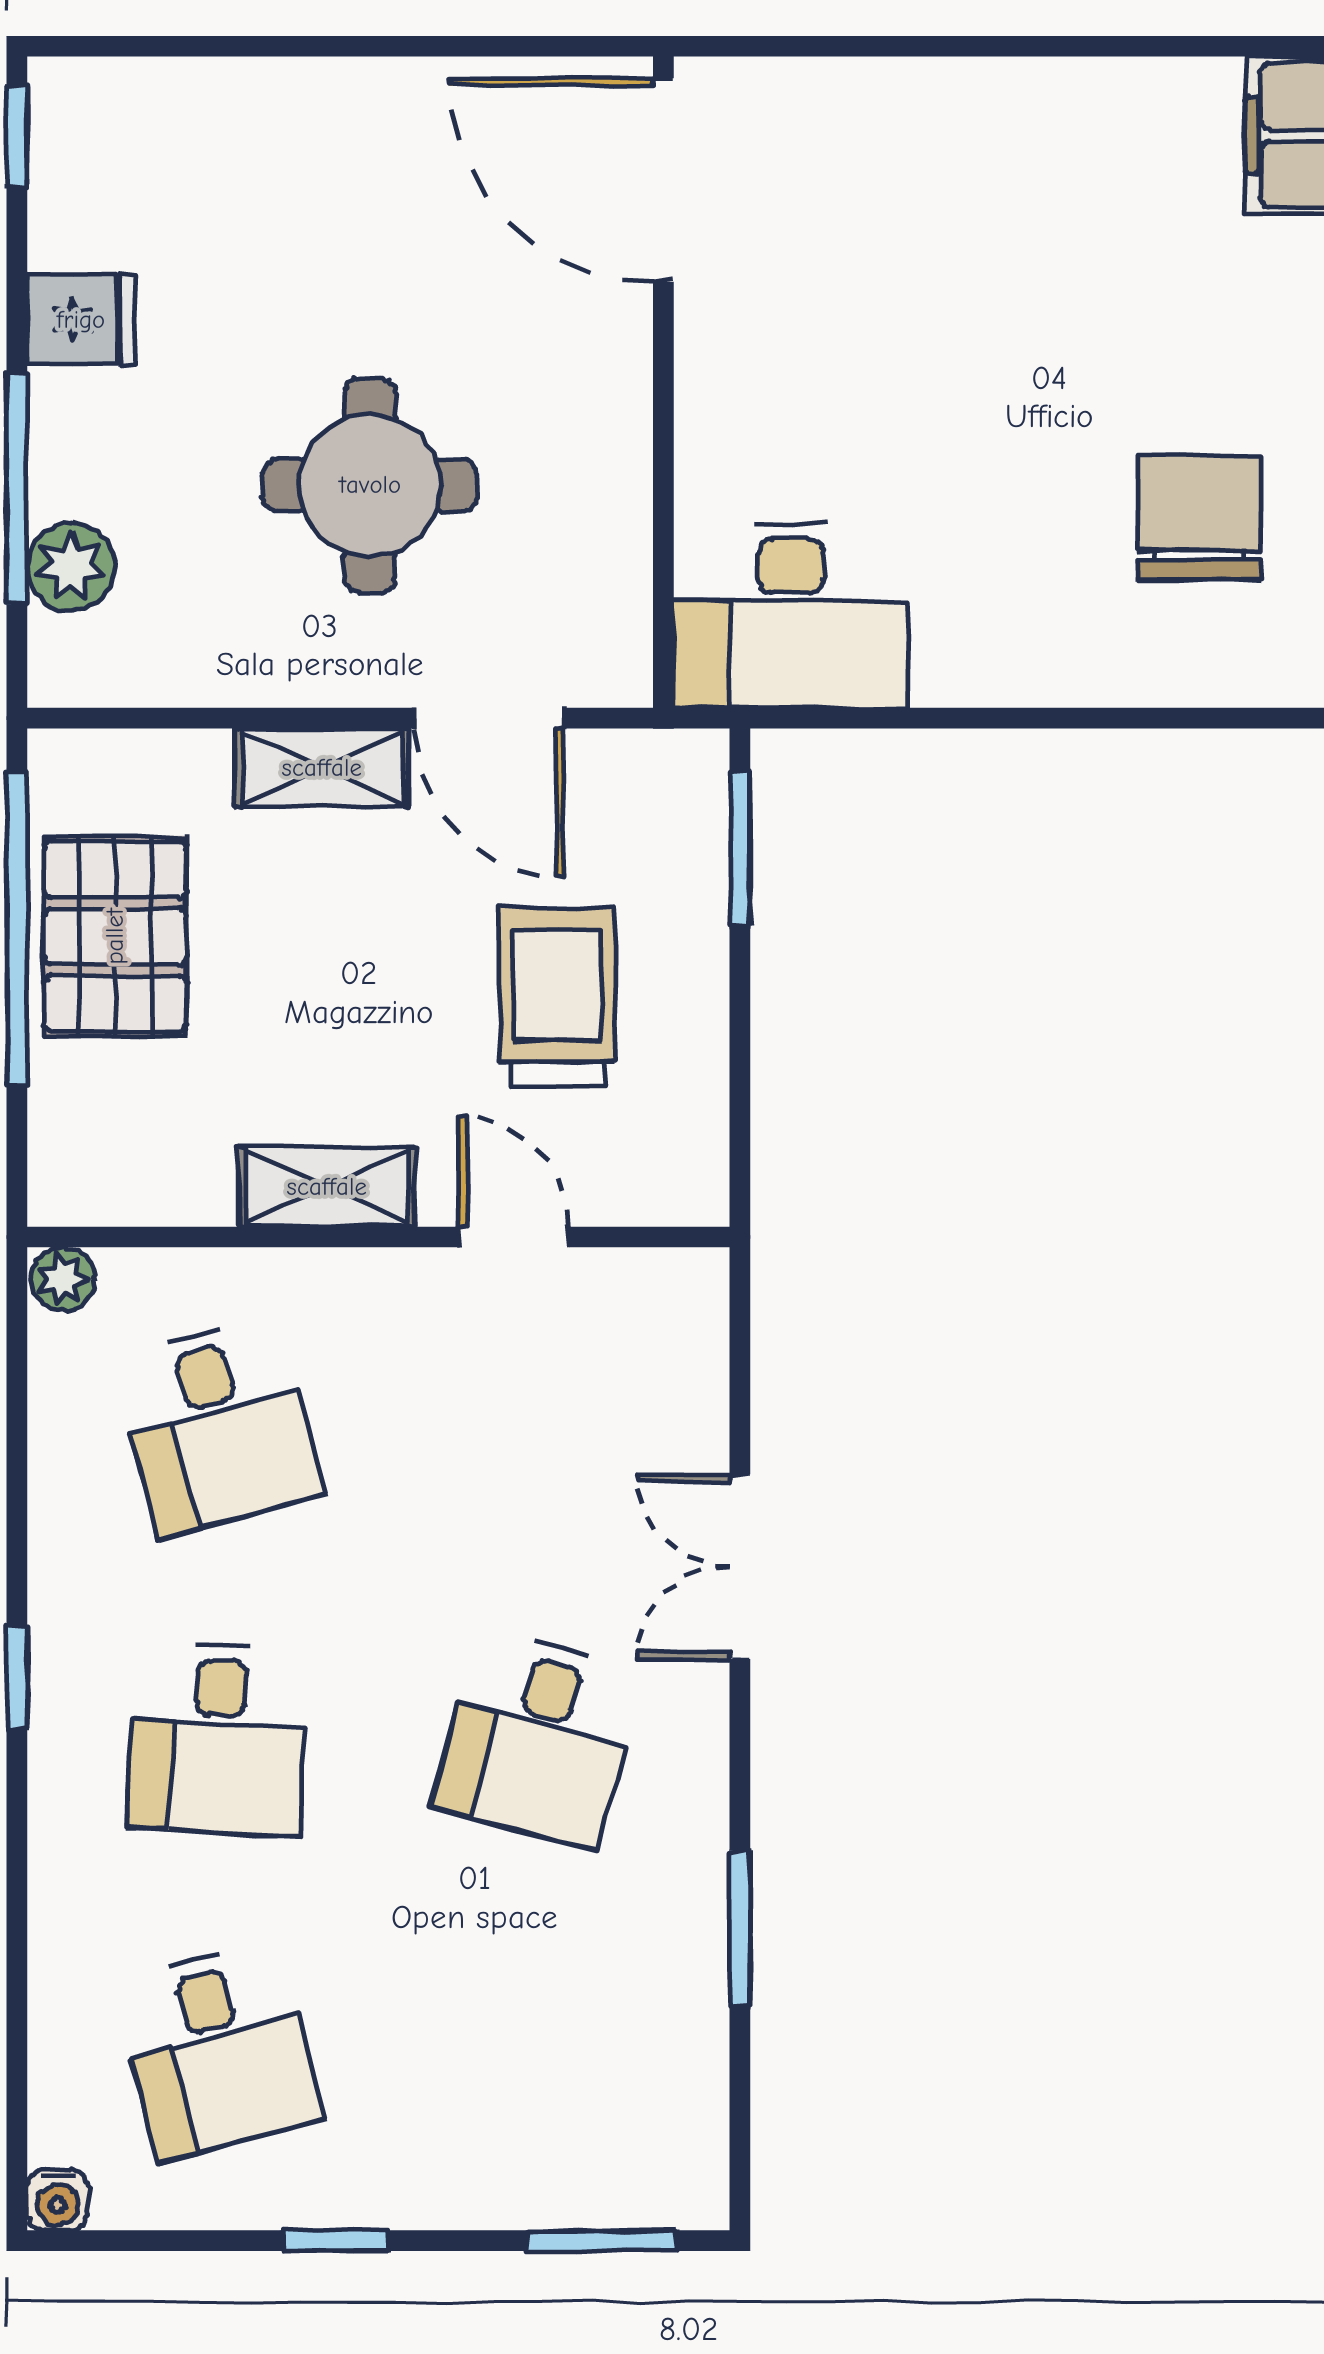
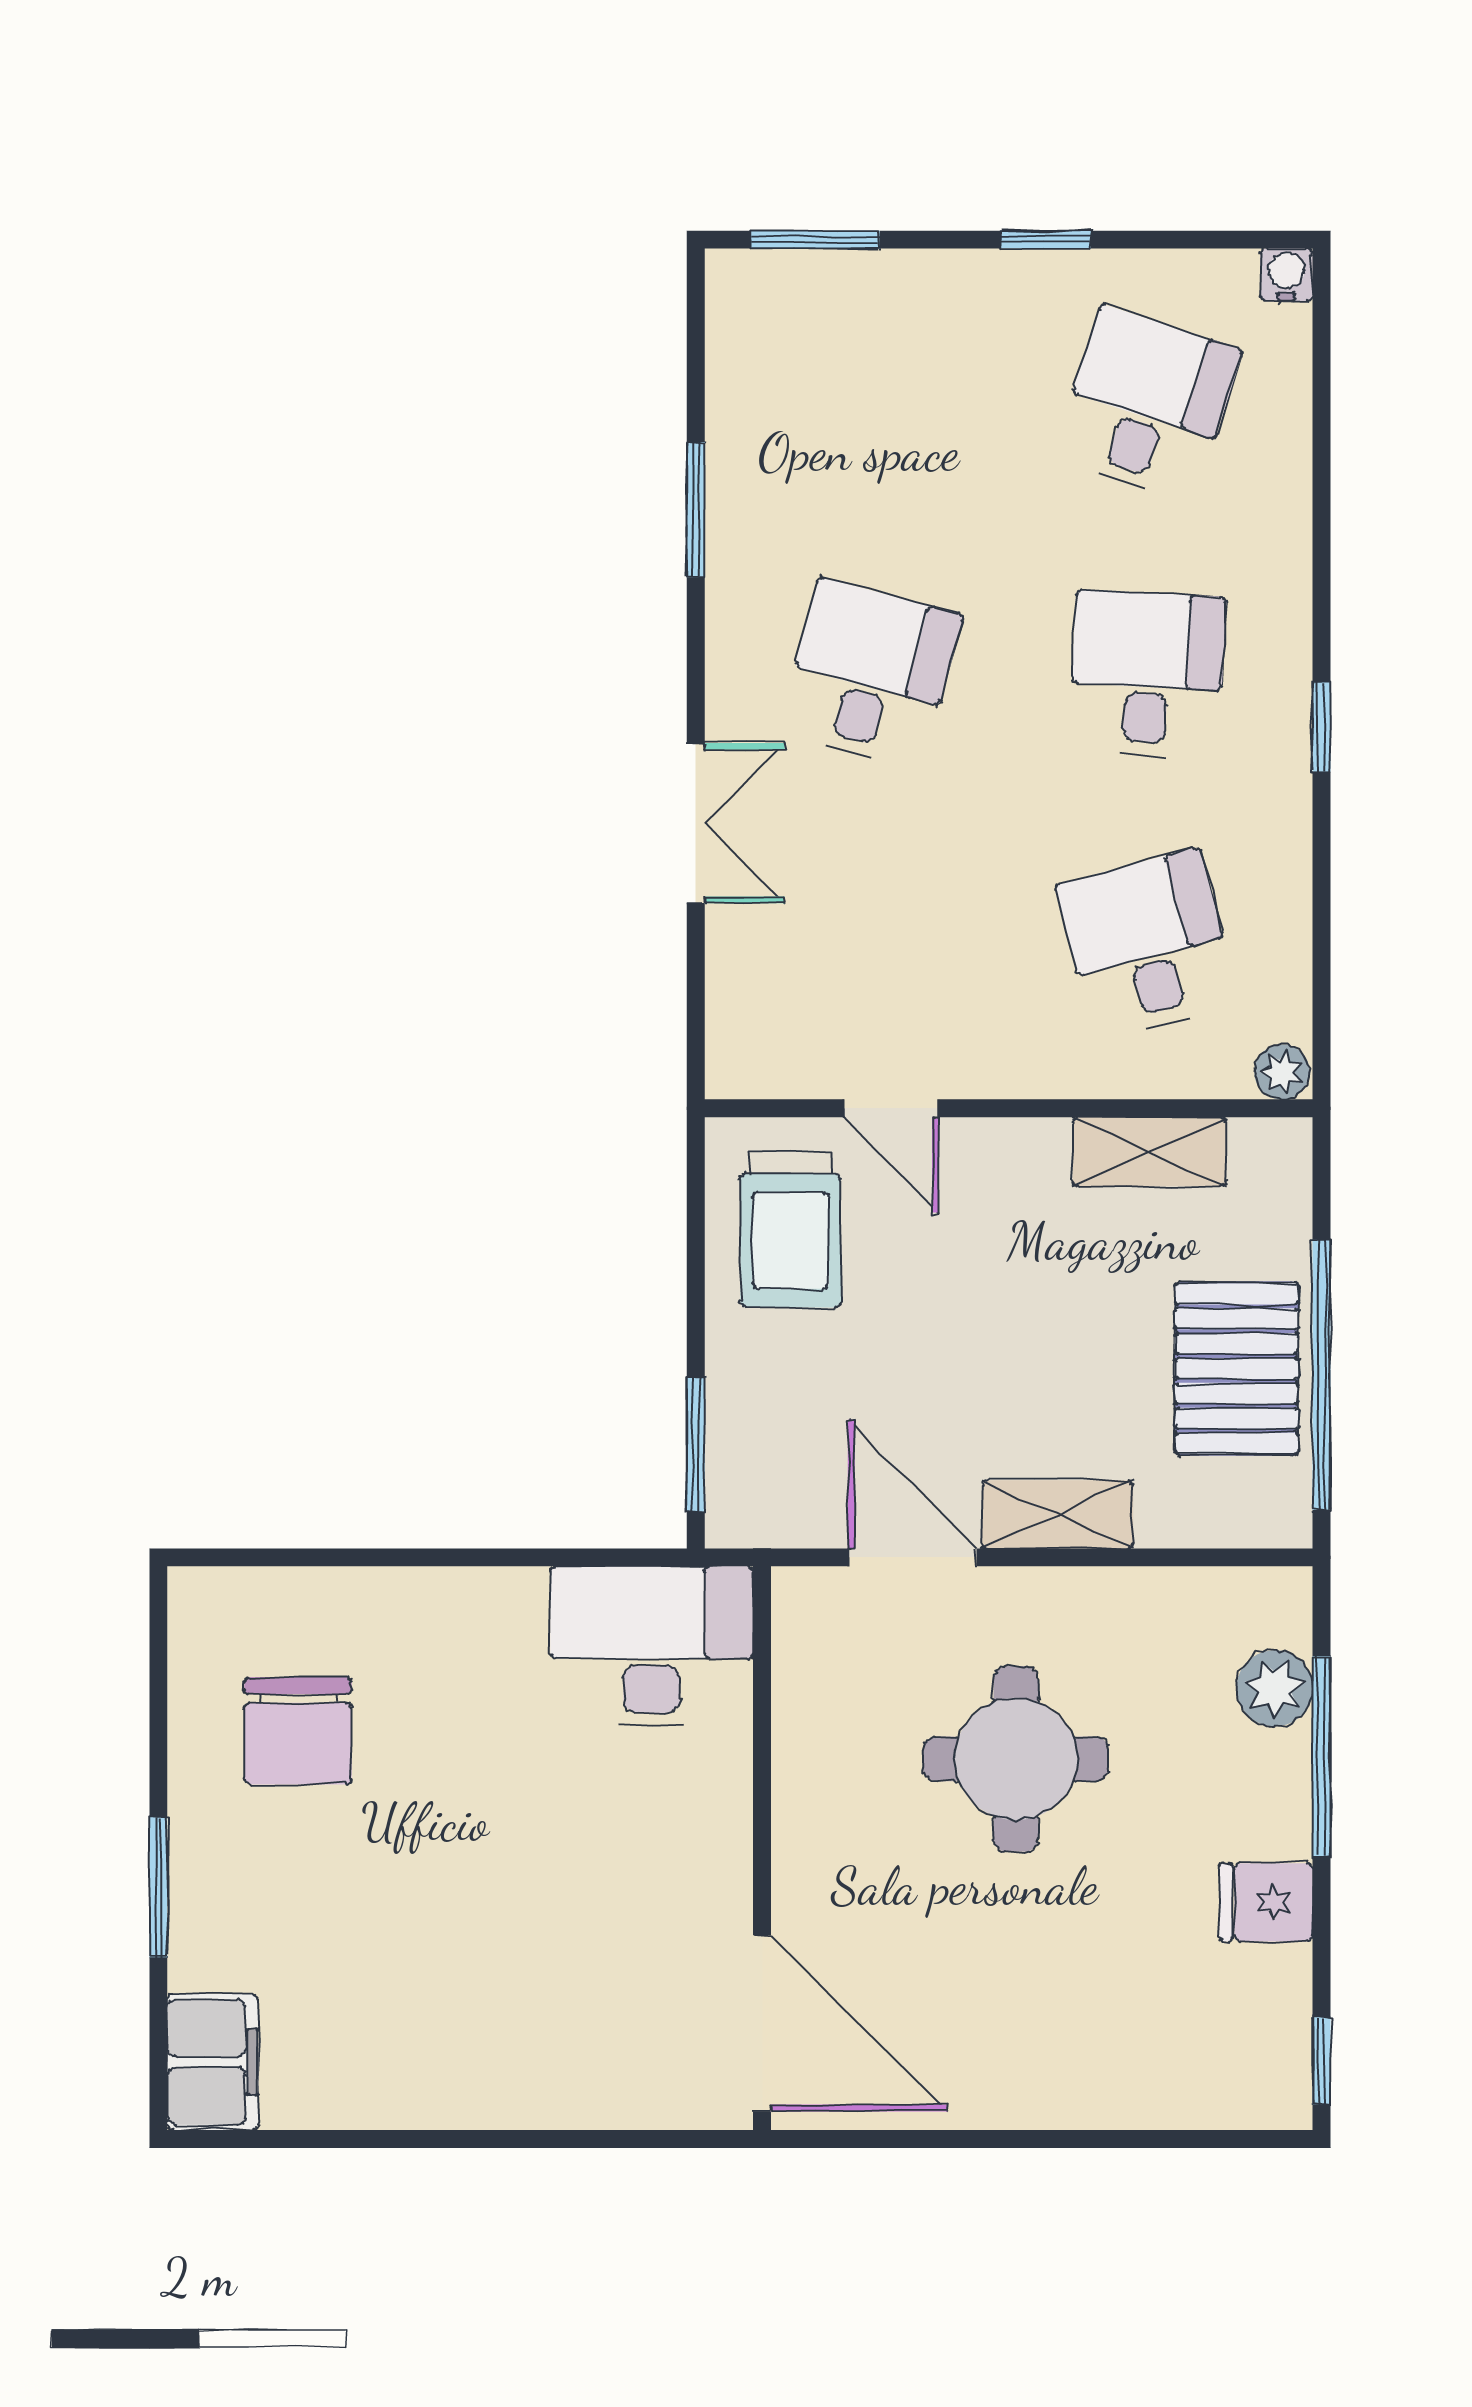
trolley: (557, 997) -> (791, 1230), moved
shelving: (327, 1187) -> (1149, 1152), moved
desk: (218, 2051) -> (1147, 404), turned 33

